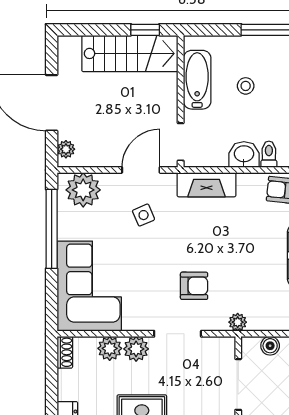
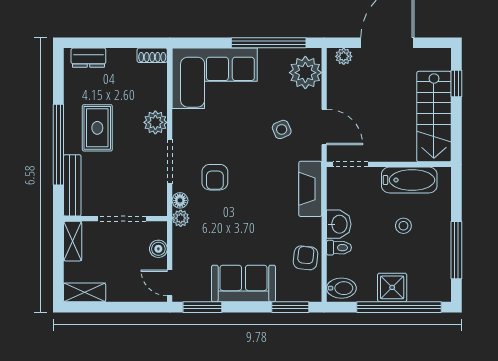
window: (145, 30) -> (456, 84), moved
floor lamp: (219, 323) -> (180, 200), added
plant: (110, 348) -> (156, 98), removed

